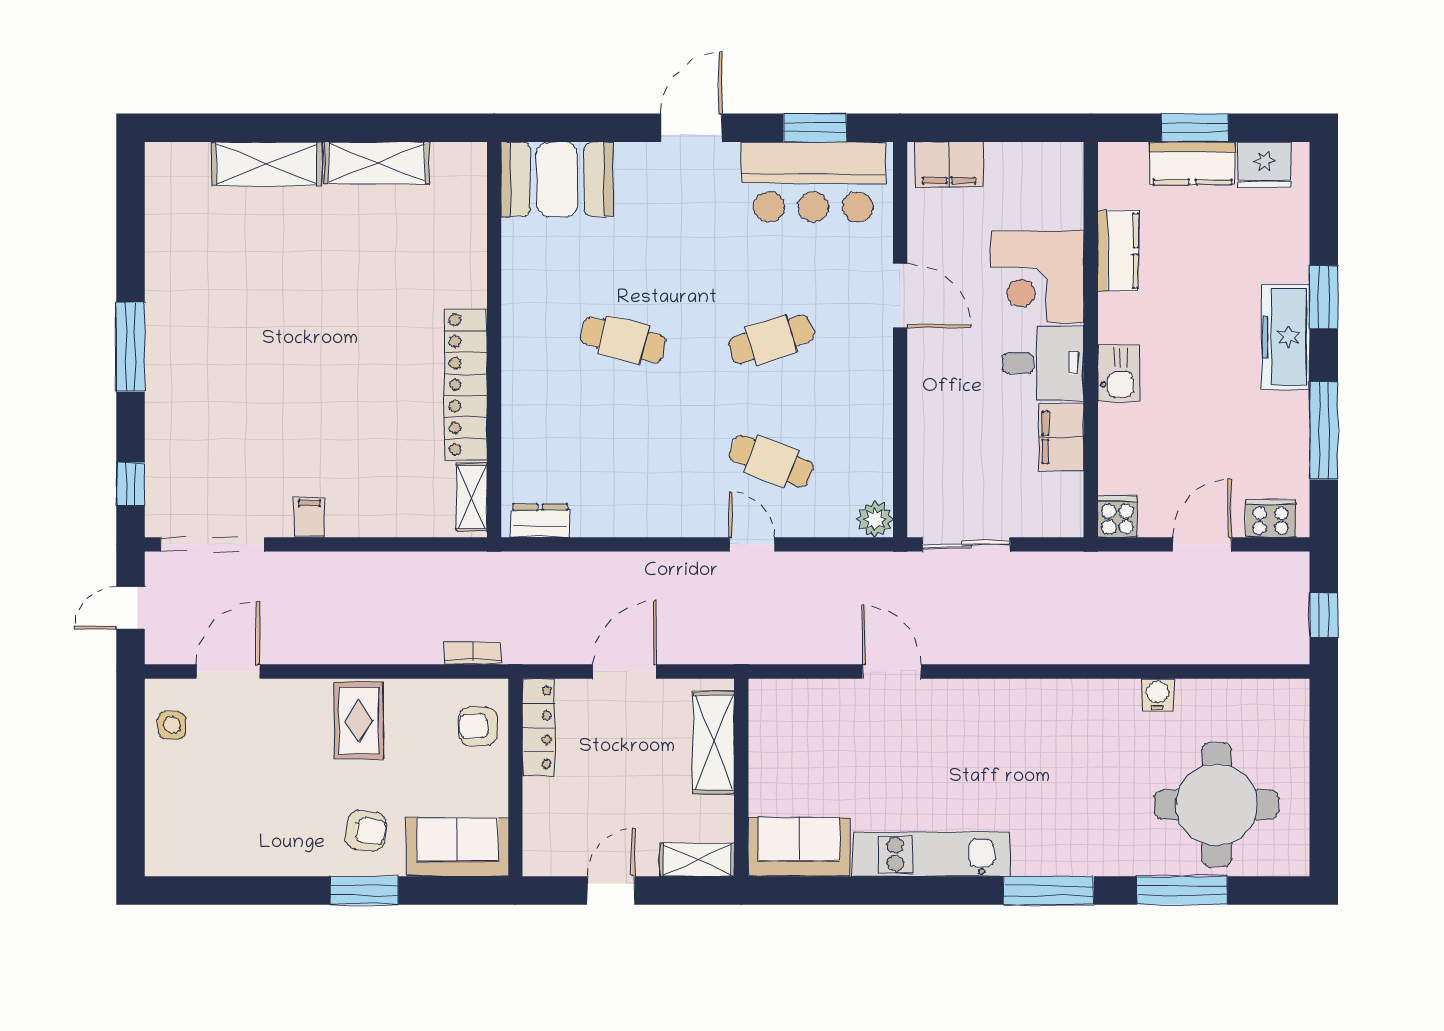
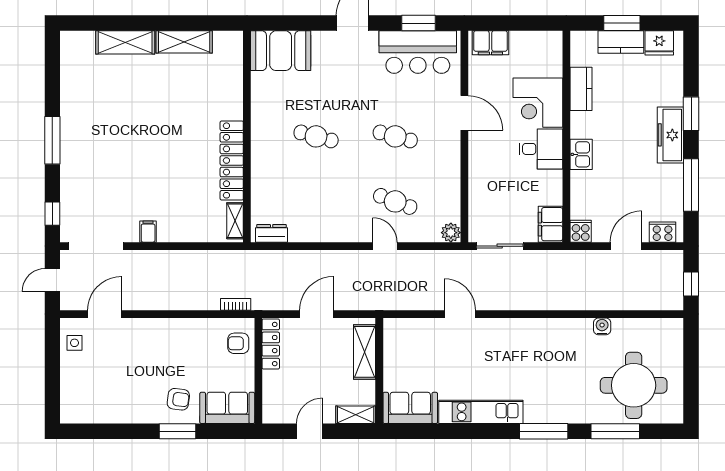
cafe table: (771, 340) -> (395, 136), turned 33
filing cabinet: (1061, 437) -> (550, 224), moved
rug: (359, 721) -> (174, 340), removed

